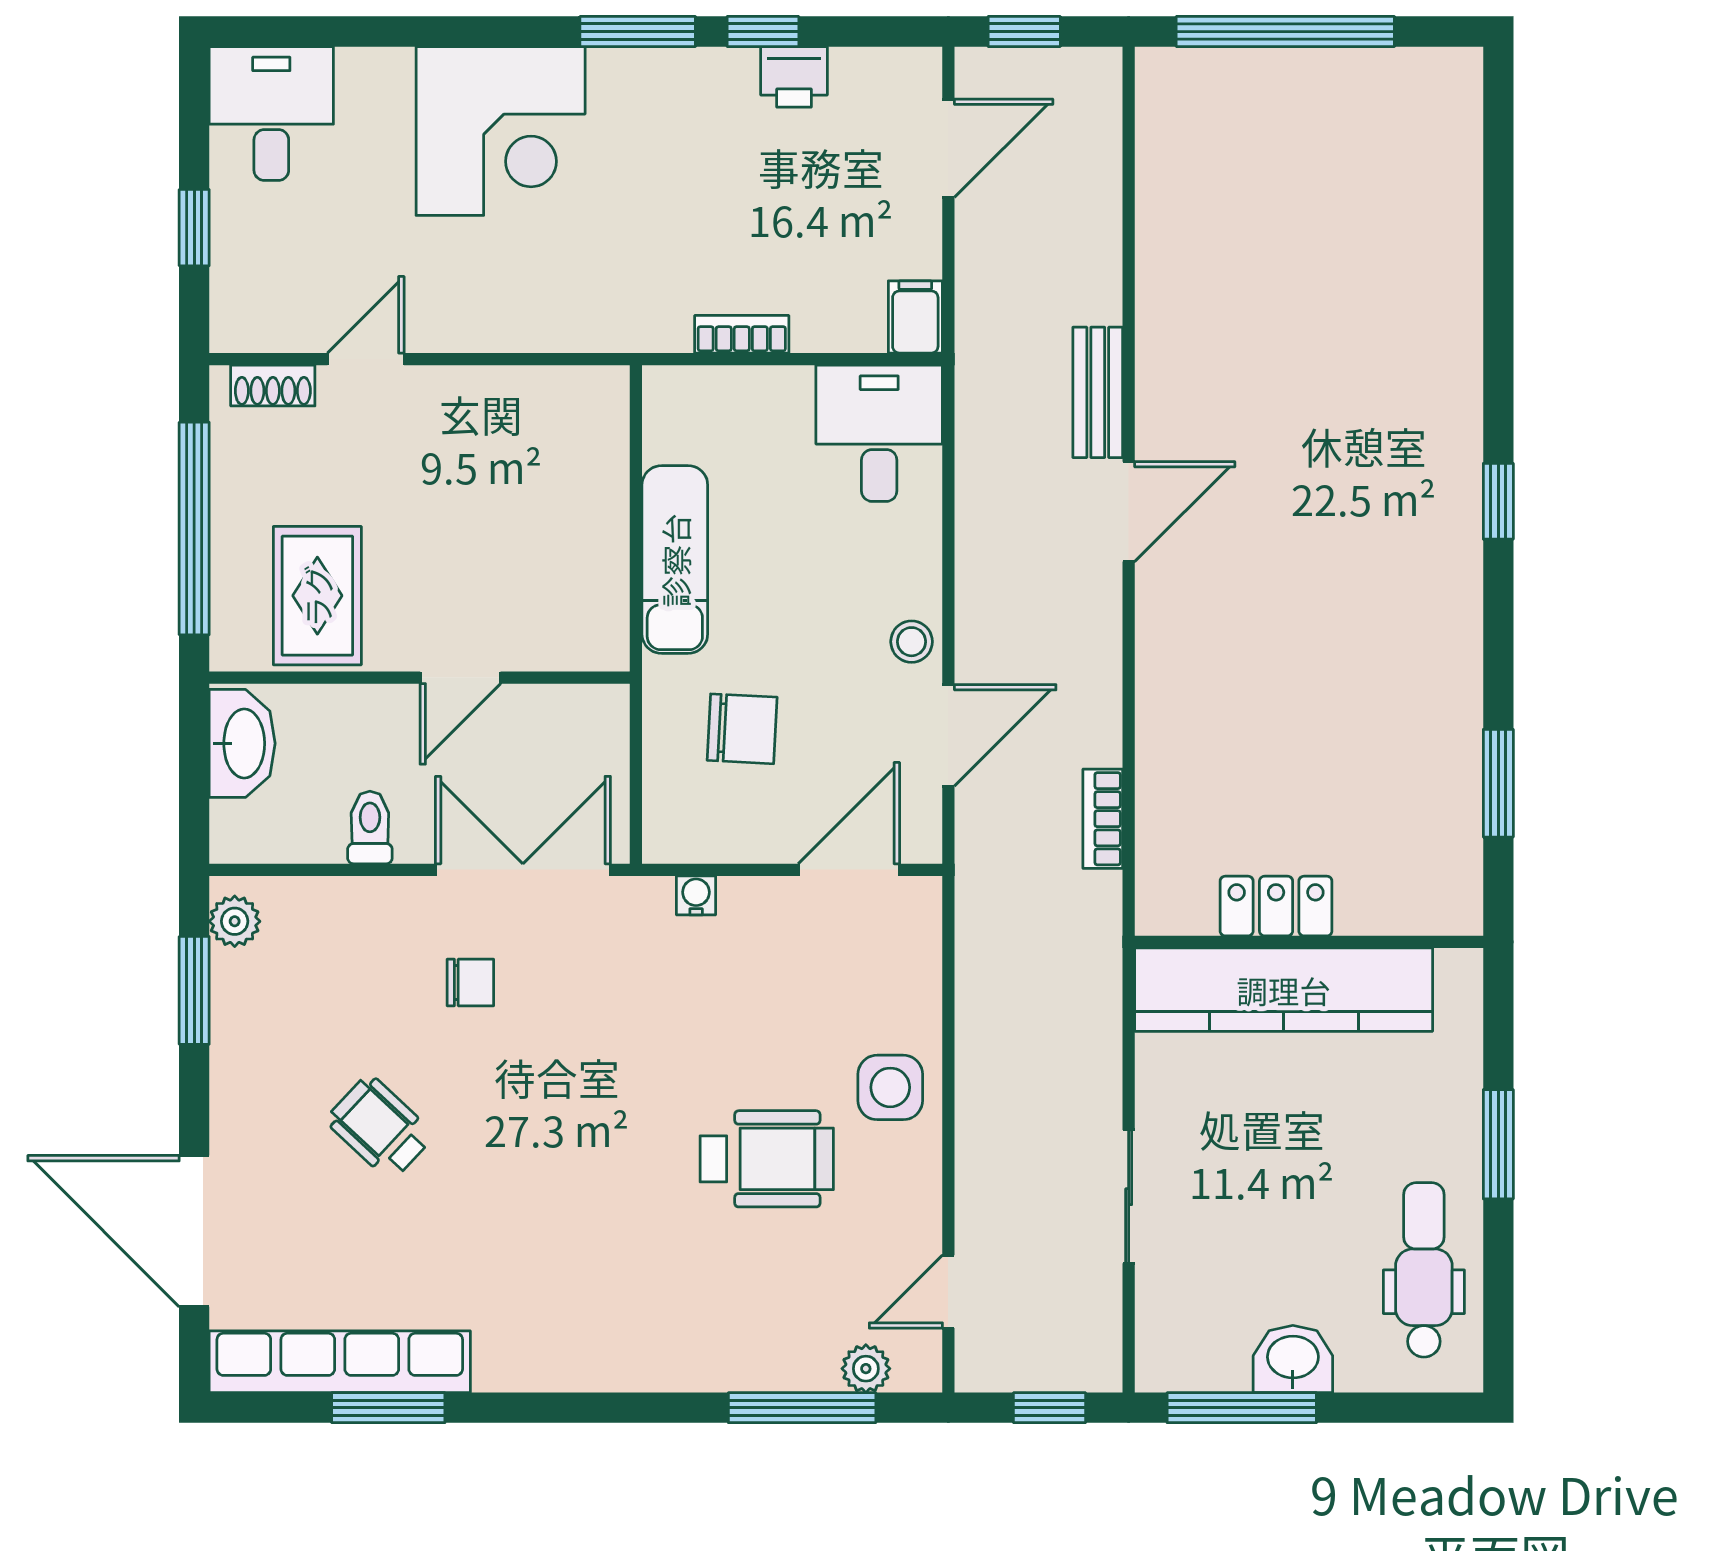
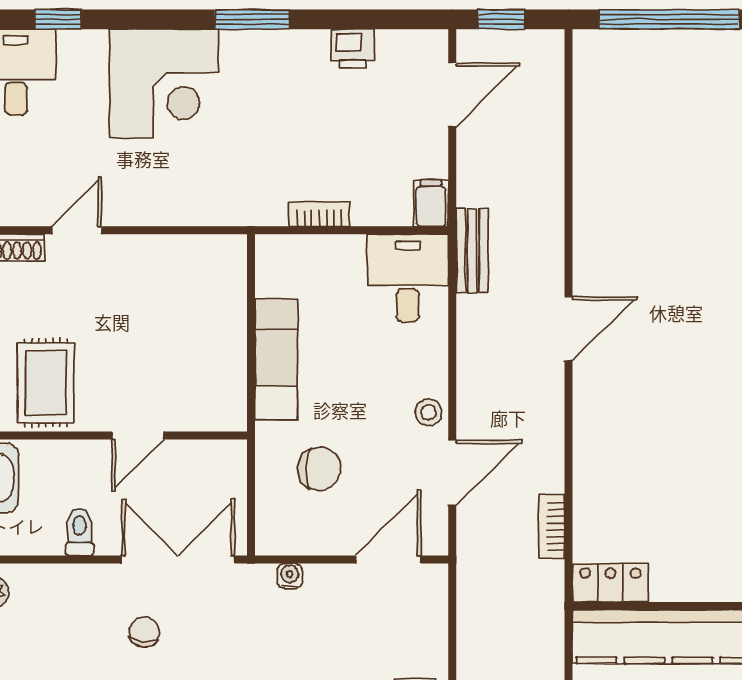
window: (763, 32) -> (58, 19), moved
bench: (1098, 392) -> (472, 250), moved
locker: (1276, 906) -> (610, 583), moved
chair: (470, 982) -> (144, 632), turned -83

